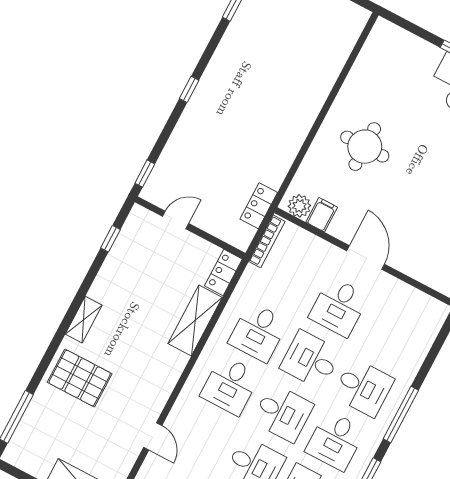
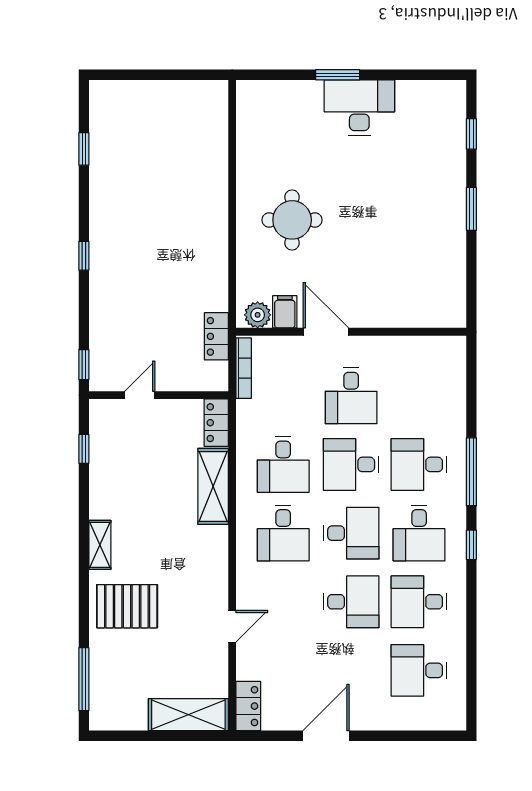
door: (366, 258) -> (326, 332), moved
desk: (363, 388) -> (419, 464), turned 180
door: (153, 436) -> (232, 626), hinge flipped

